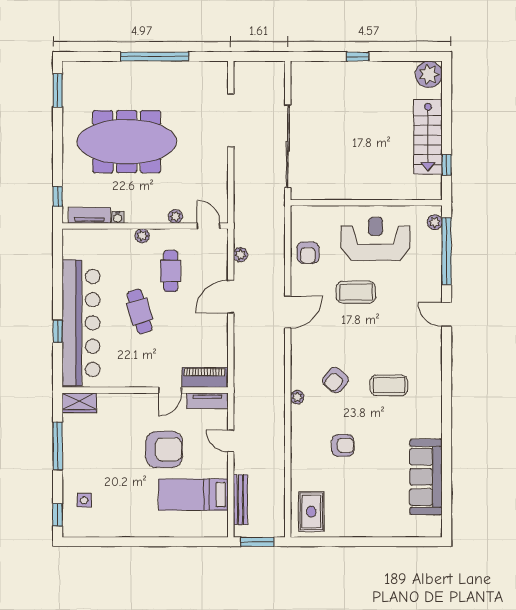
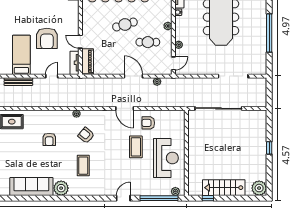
armchair: (308, 253) -> (148, 123), moved
plant: (429, 424) -> (61, 188), added

